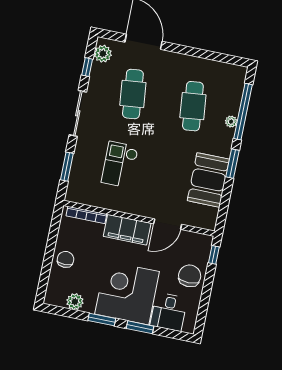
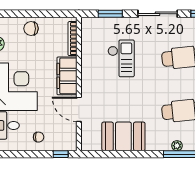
window: (232, 164) -> (141, 154), removed
checkout: (120, 165) -> (121, 58), turned 90
chair: (65, 259) -> (31, 29), turned 180
chair: (190, 276) -> (39, 137), width x0.54, depth x0.54

